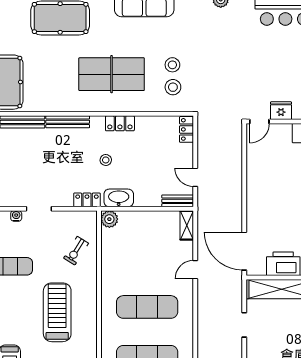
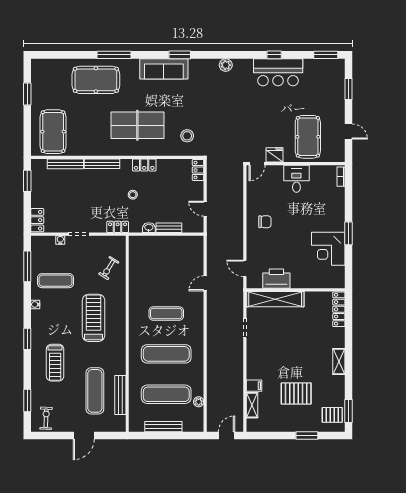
stool: (172, 65) -> (187, 118), removed
chair: (269, 193) -> (265, 222), added
washbasin: (119, 198) -> (149, 228), width x0.52, depth x0.69
bench: (178, 201) -> (169, 228), moved
plant: (109, 219) -> (136, 243), removed
shelving: (187, 225) -> (198, 248), removed
door: (244, 251) -> (245, 268), width x0.53
exercise mat: (147, 307) -> (166, 314), width x0.73, depth x0.69

